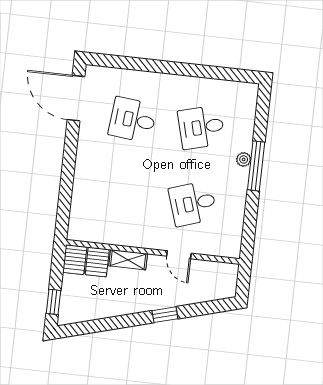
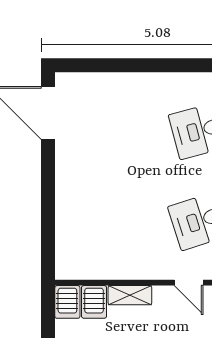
desk: (133, 120) -> (117, 131), removed

